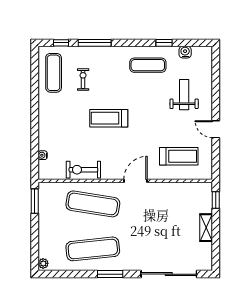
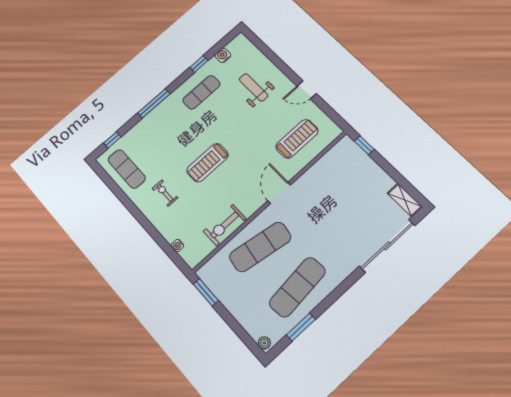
window: (95, 43) -> (154, 103), moved
exercise bike: (83, 79) -> (165, 193), moved
shelving: (206, 228) -> (405, 200), moved
window: (110, 274) -> (301, 327), moved

